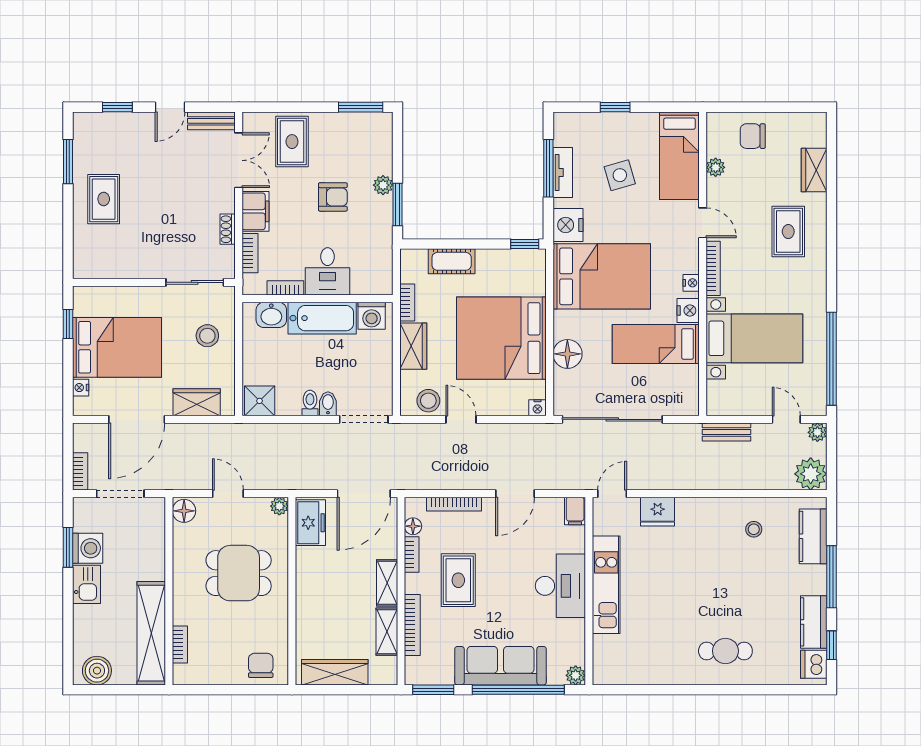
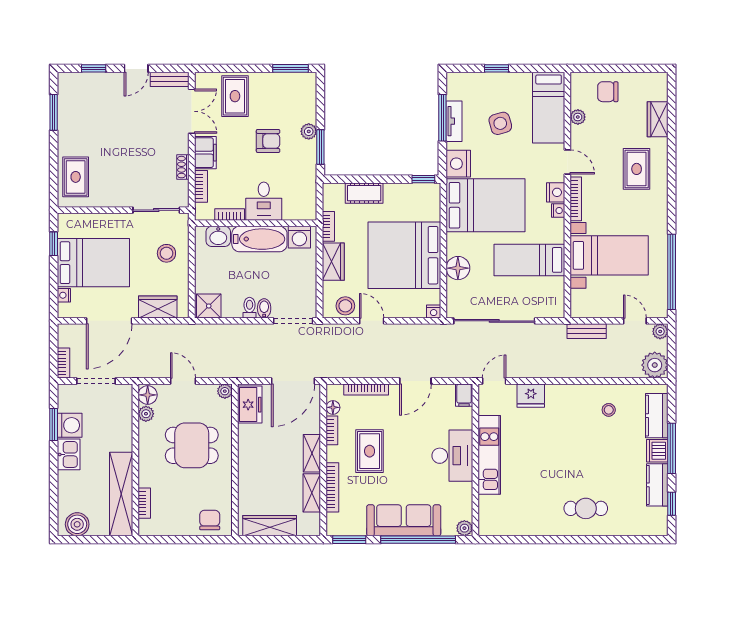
rug: (104, 199) -> (76, 177), moved
nightstand: (688, 310) -> (556, 192), moved
plant: (182, 534) -> (146, 414), added
dishwasher: (814, 664) -> (657, 451), moved

